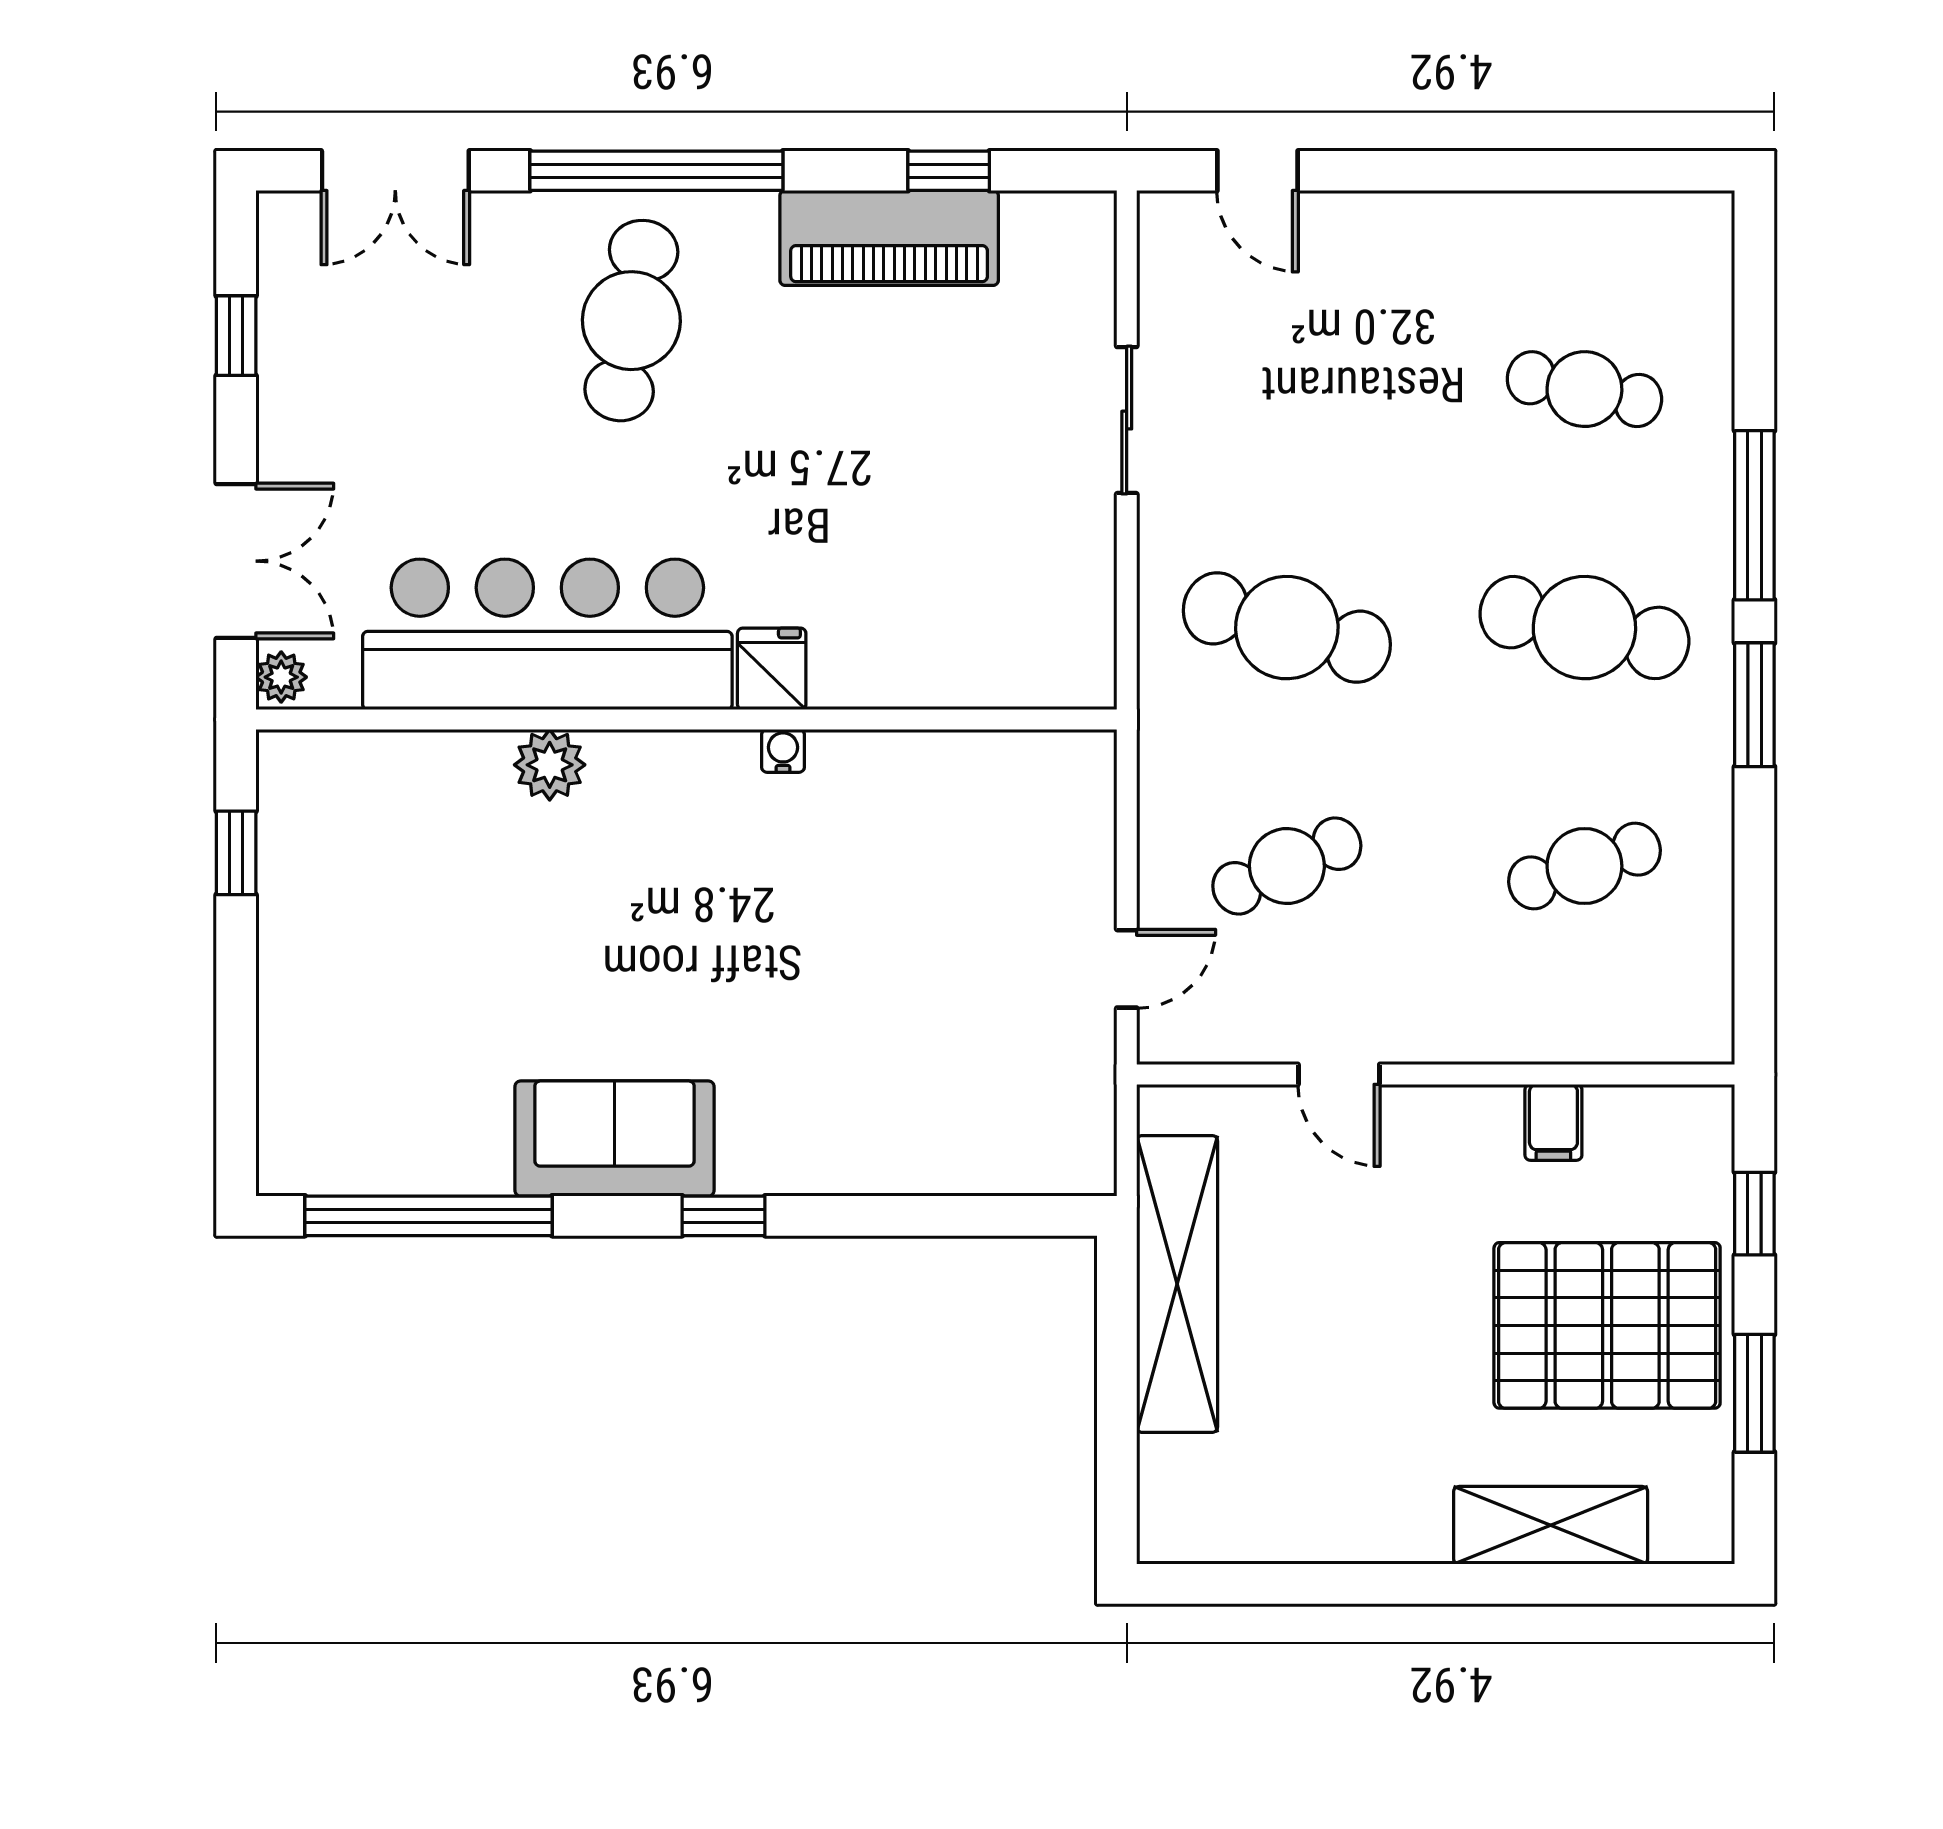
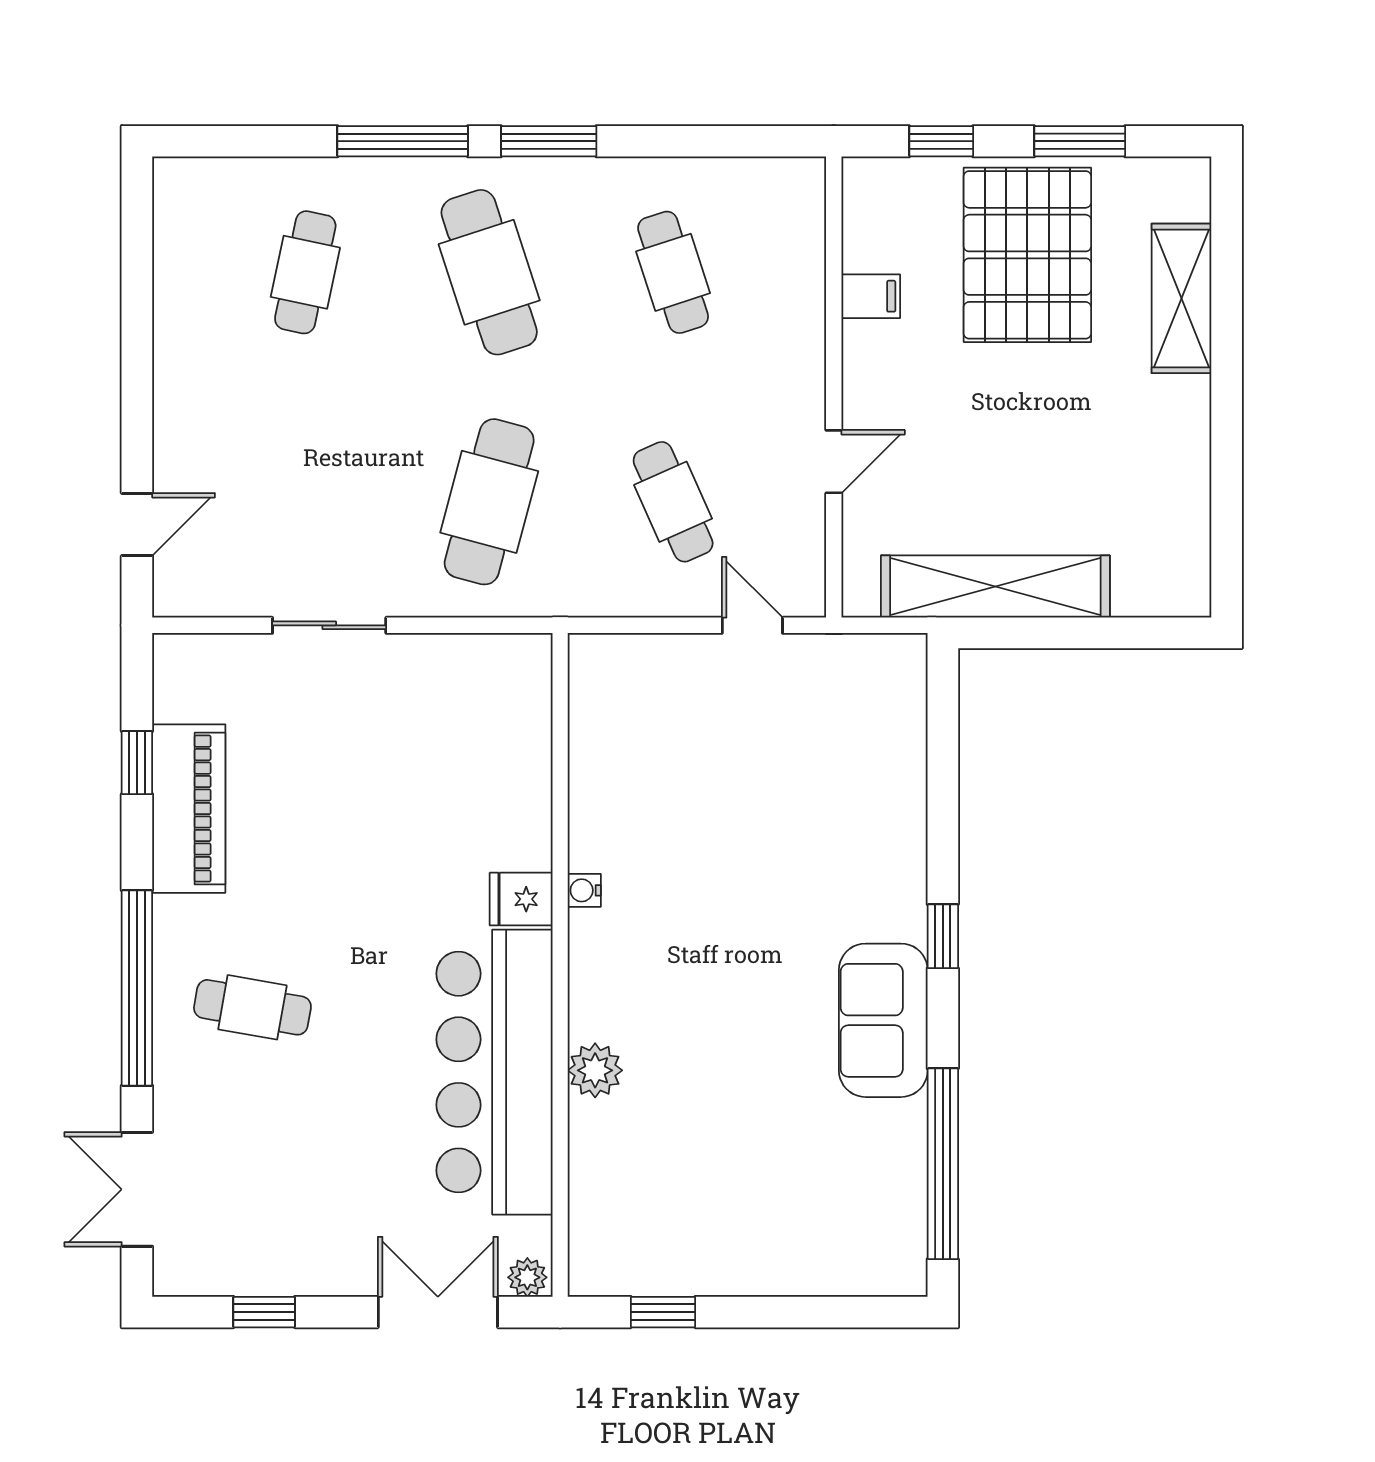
double door: (395, 171) -> (137, 1189), swing flipped
cafe table: (631, 321) -> (252, 1007), width x0.73, depth x0.74
cafe table: (1584, 628) -> (489, 272), turned -30

